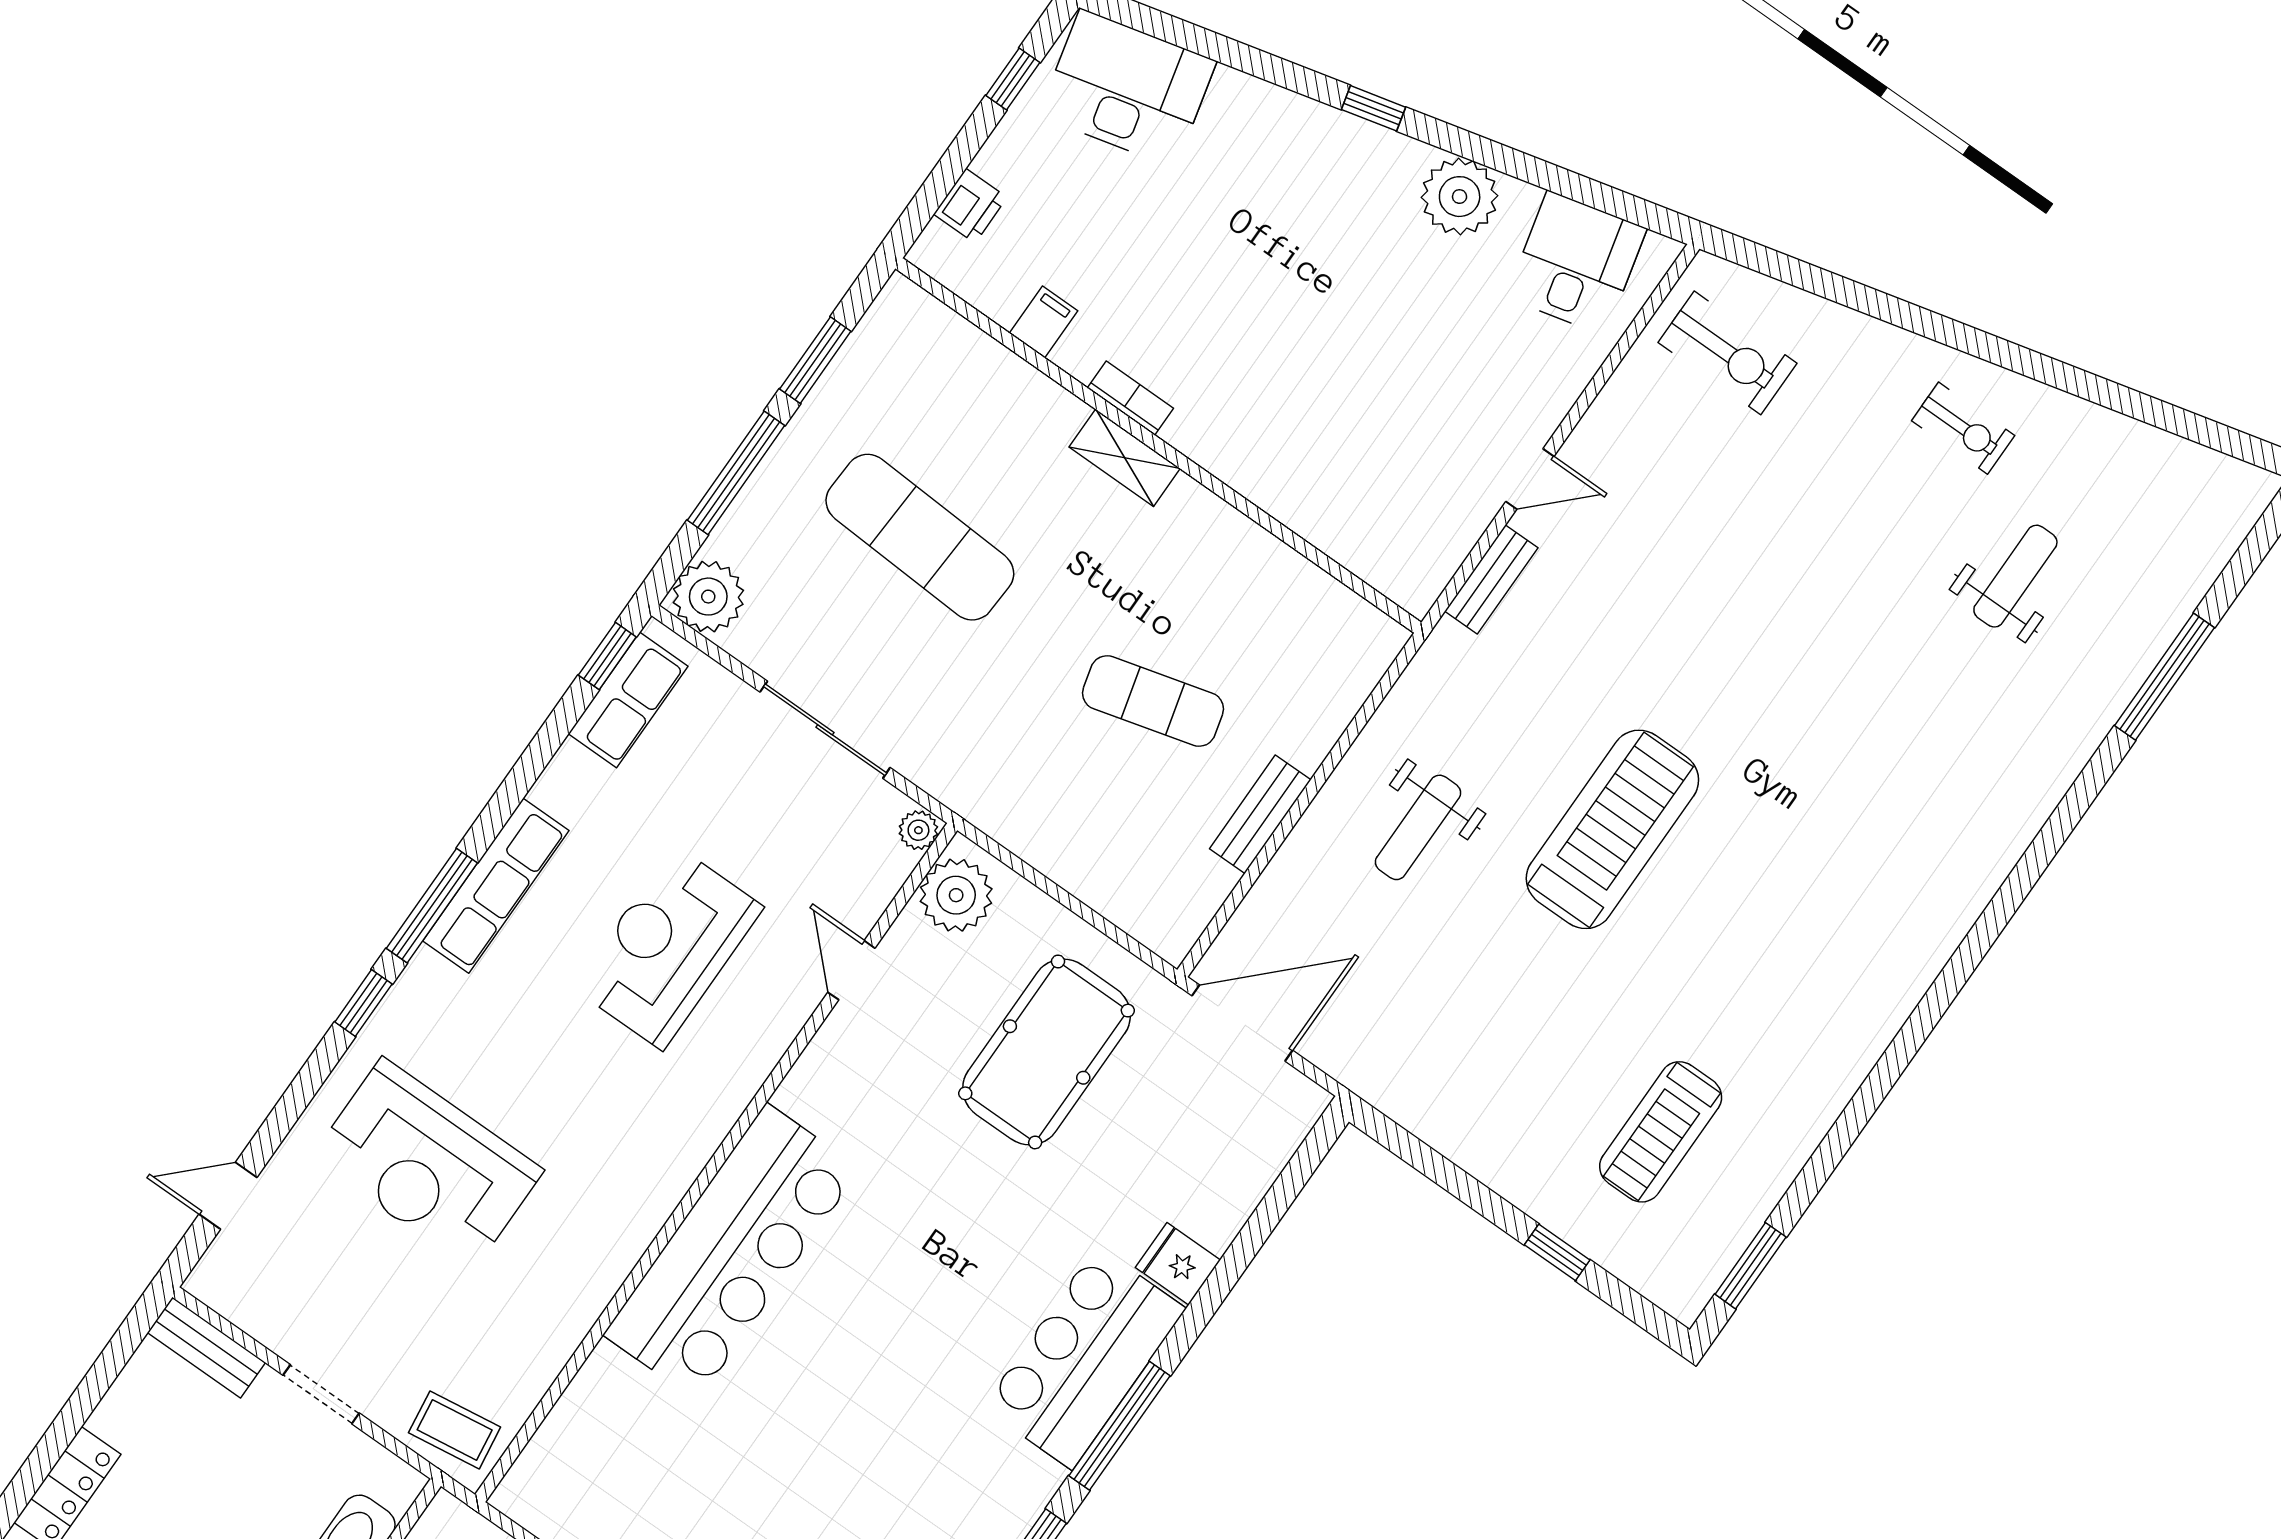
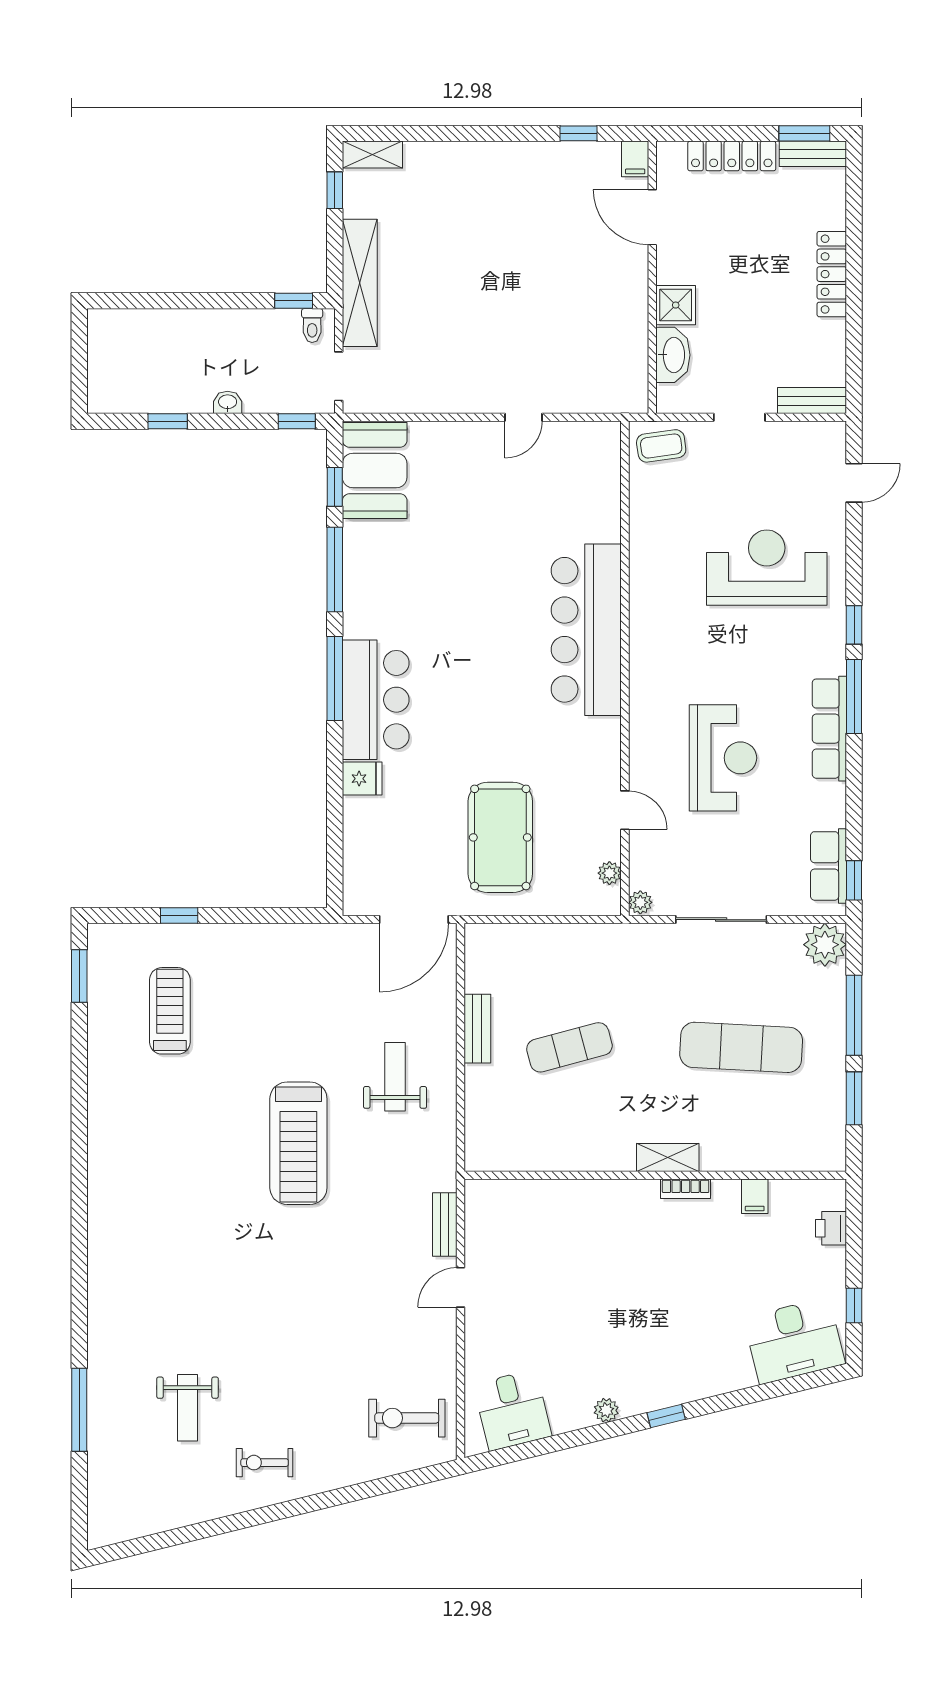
plant: (1460, 197) -> (606, 1410), width x0.53, depth x0.53
plant: (956, 895) -> (609, 873), width x0.53, depth x0.53

